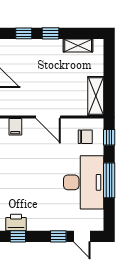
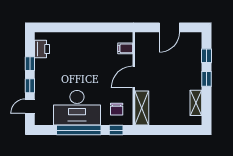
shelving: (96, 96) -> (142, 108), moved, turned 90
window: (109, 180) -> (79, 130), width x1.46
window: (18, 236) -> (30, 64), moved

